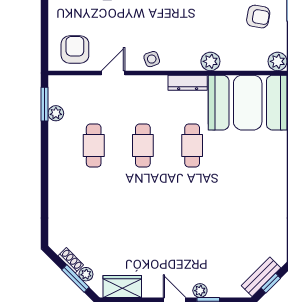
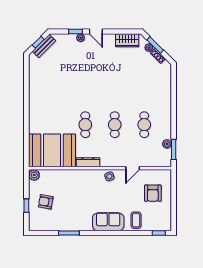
armchair: (75, 50) -> (153, 193), moved
plant: (210, 61) -> (74, 175), removed

